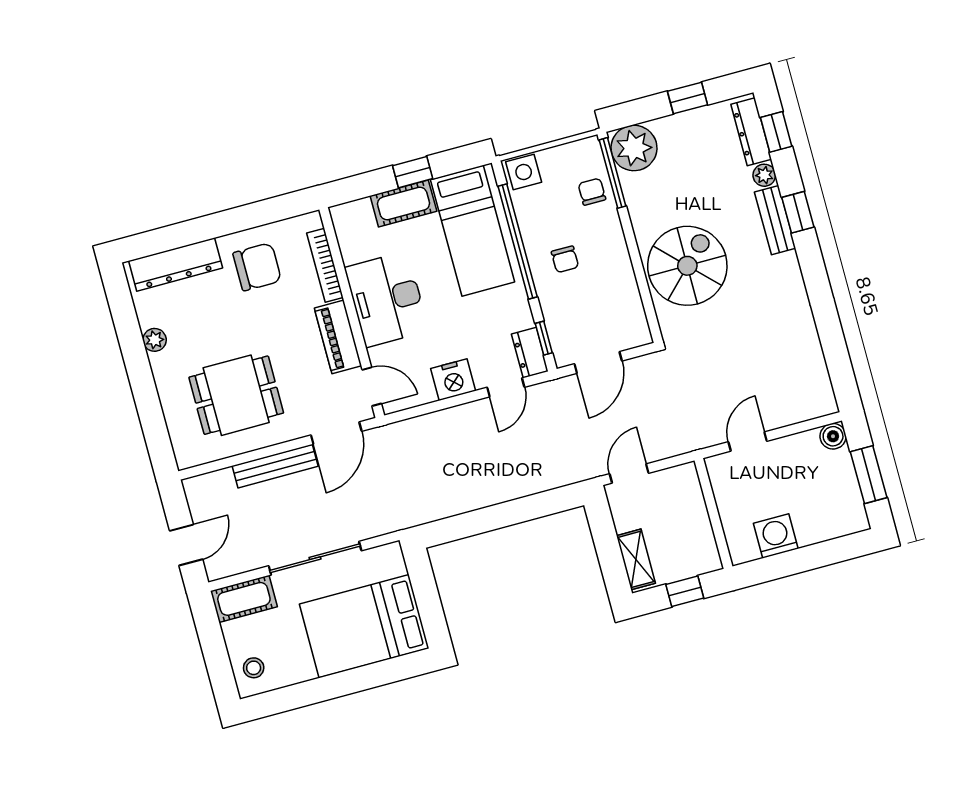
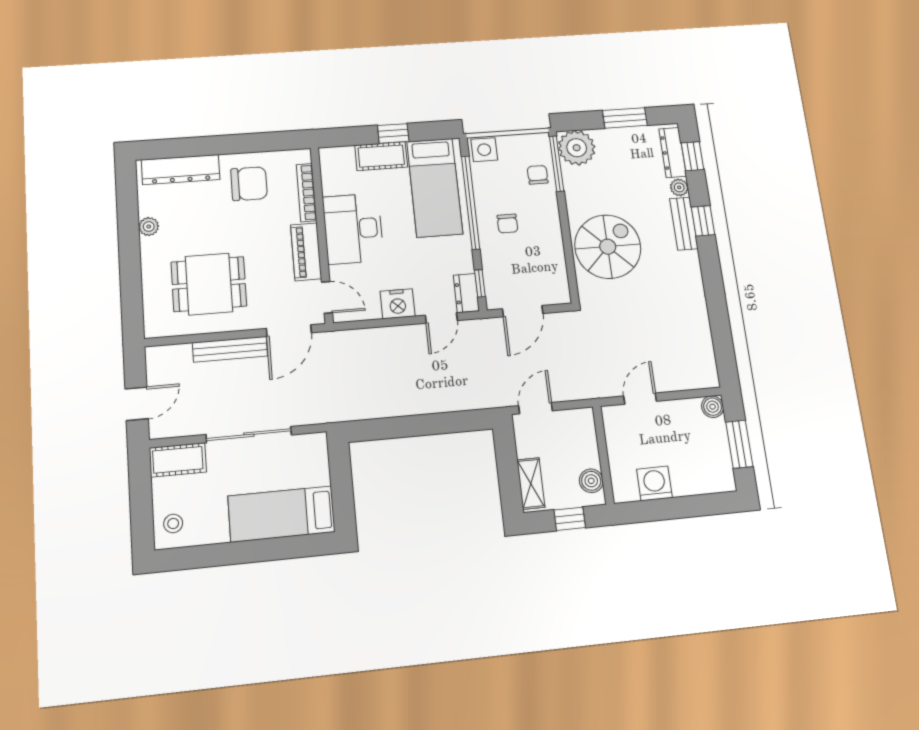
window: (688, 98) -> (625, 118), width x1.50
boiler: (704, 545) -> (591, 481), added
bed: (364, 626) -> (282, 514), width x0.67

